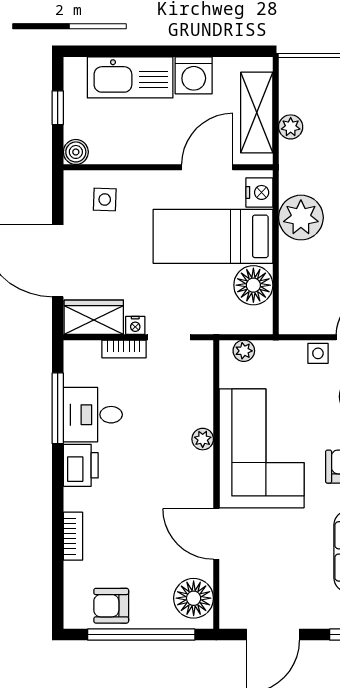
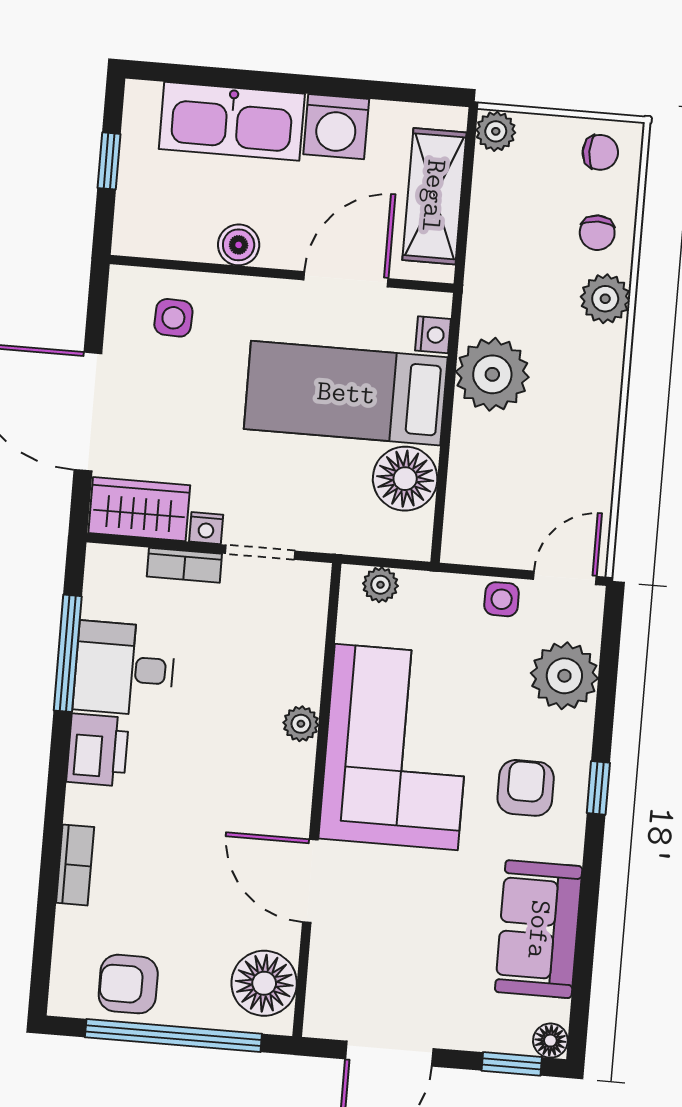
plant: (291, 127) -> (496, 131), moved
boiler: (76, 152) -> (239, 245), moved
nightstand: (259, 192) -> (433, 335), width x0.72, depth x0.74

